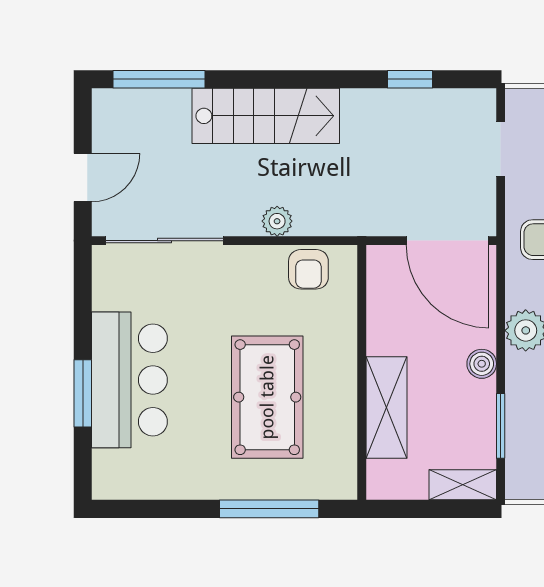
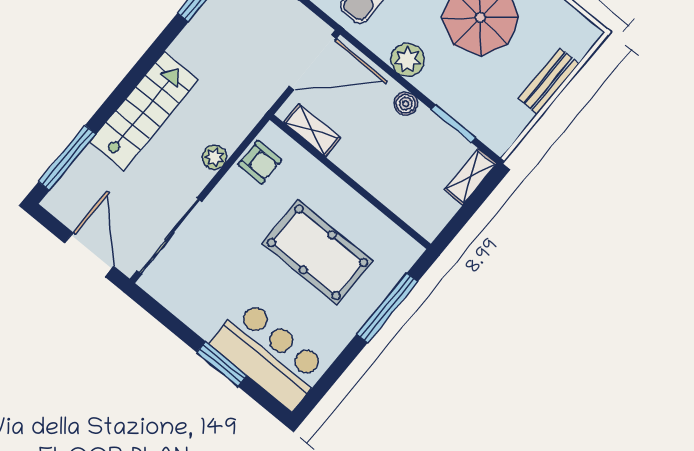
door: (83, 178) -> (89, 255), width x1.38
bar counter: (129, 380) -> (269, 355), moved
shelving: (386, 407) -> (312, 130), moved, width x0.67, depth x0.75

